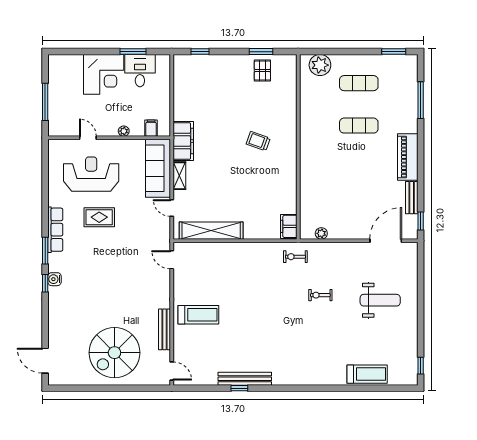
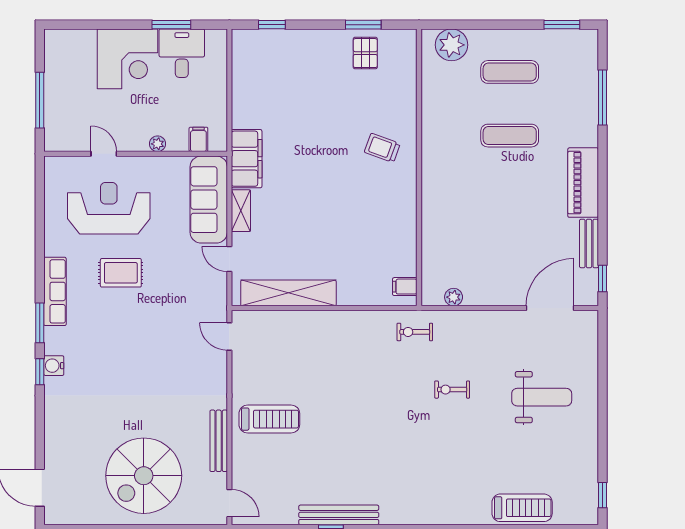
trolley: (258, 141) -> (382, 148), moved
filing cabinet: (289, 226) -> (405, 287), width x0.50

